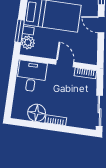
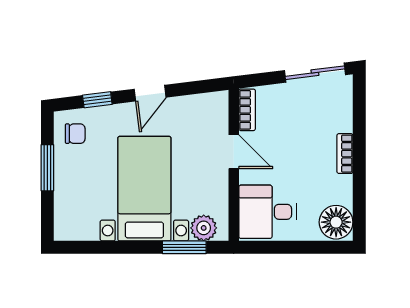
door: (65, 63) -> (234, 152), swing flipped
floor lamp: (37, 113) -> (336, 222), moved

